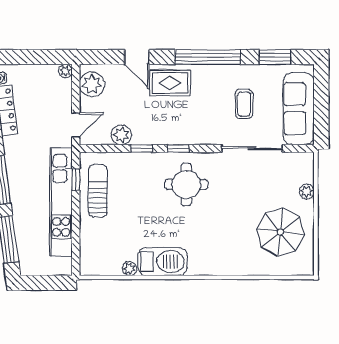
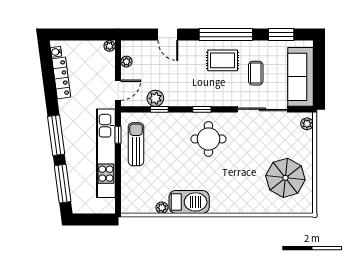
rug: (170, 83) -> (223, 60), moved
plant: (92, 84) -> (126, 62), width x0.53, depth x0.53
window: (141, 148) -> (159, 109), moved
plant: (307, 192) -> (307, 124), moved

